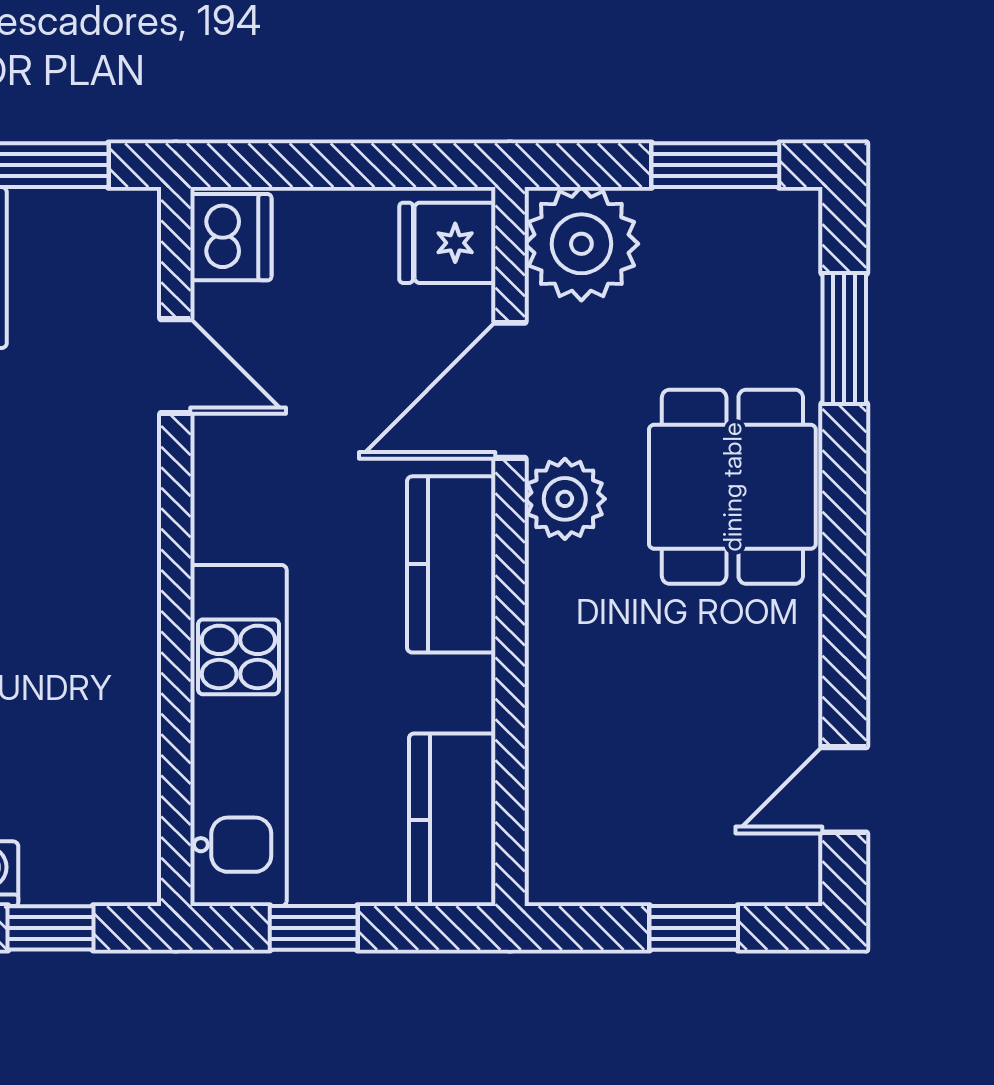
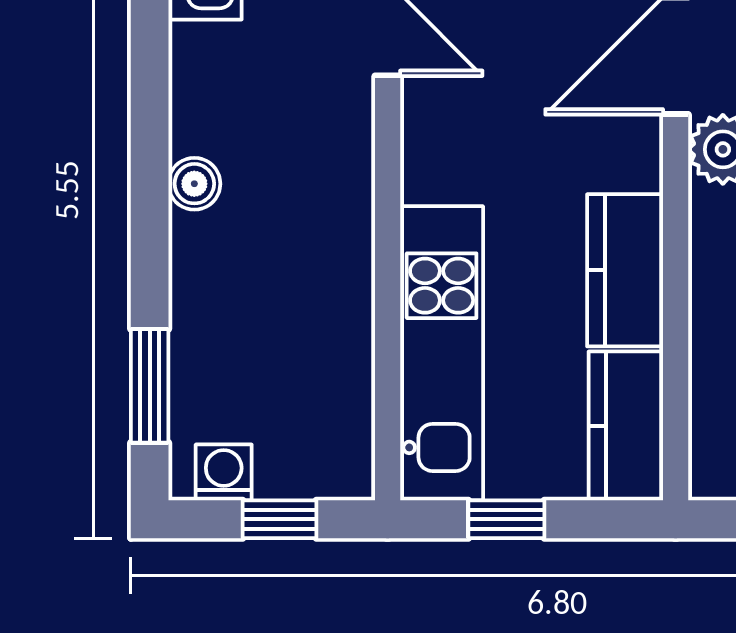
kitchen counter: (451, 564) -> (625, 270), moved

